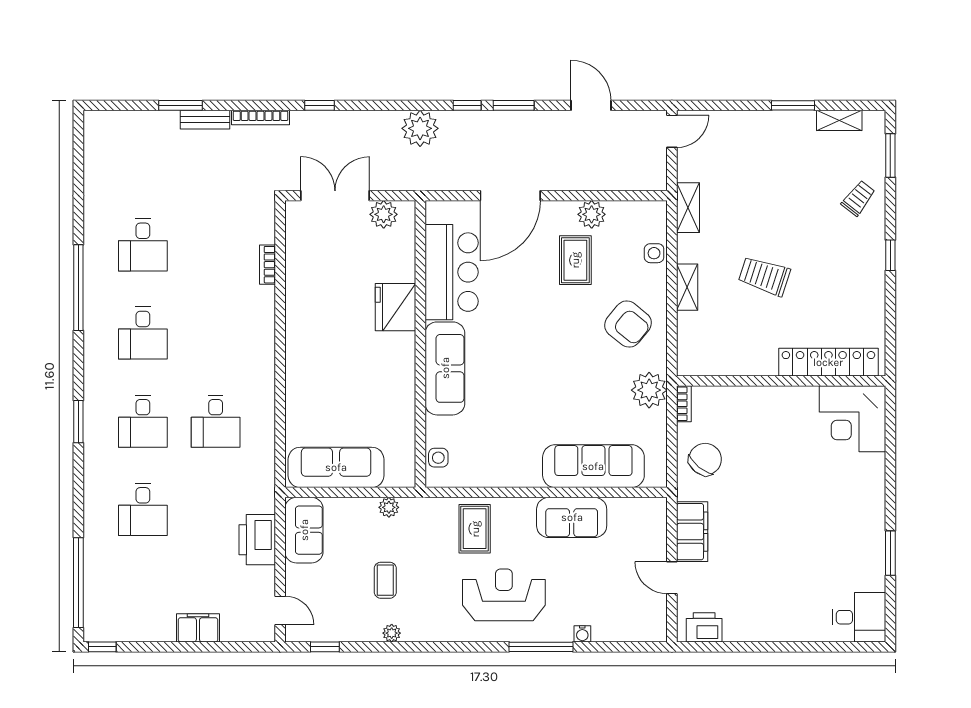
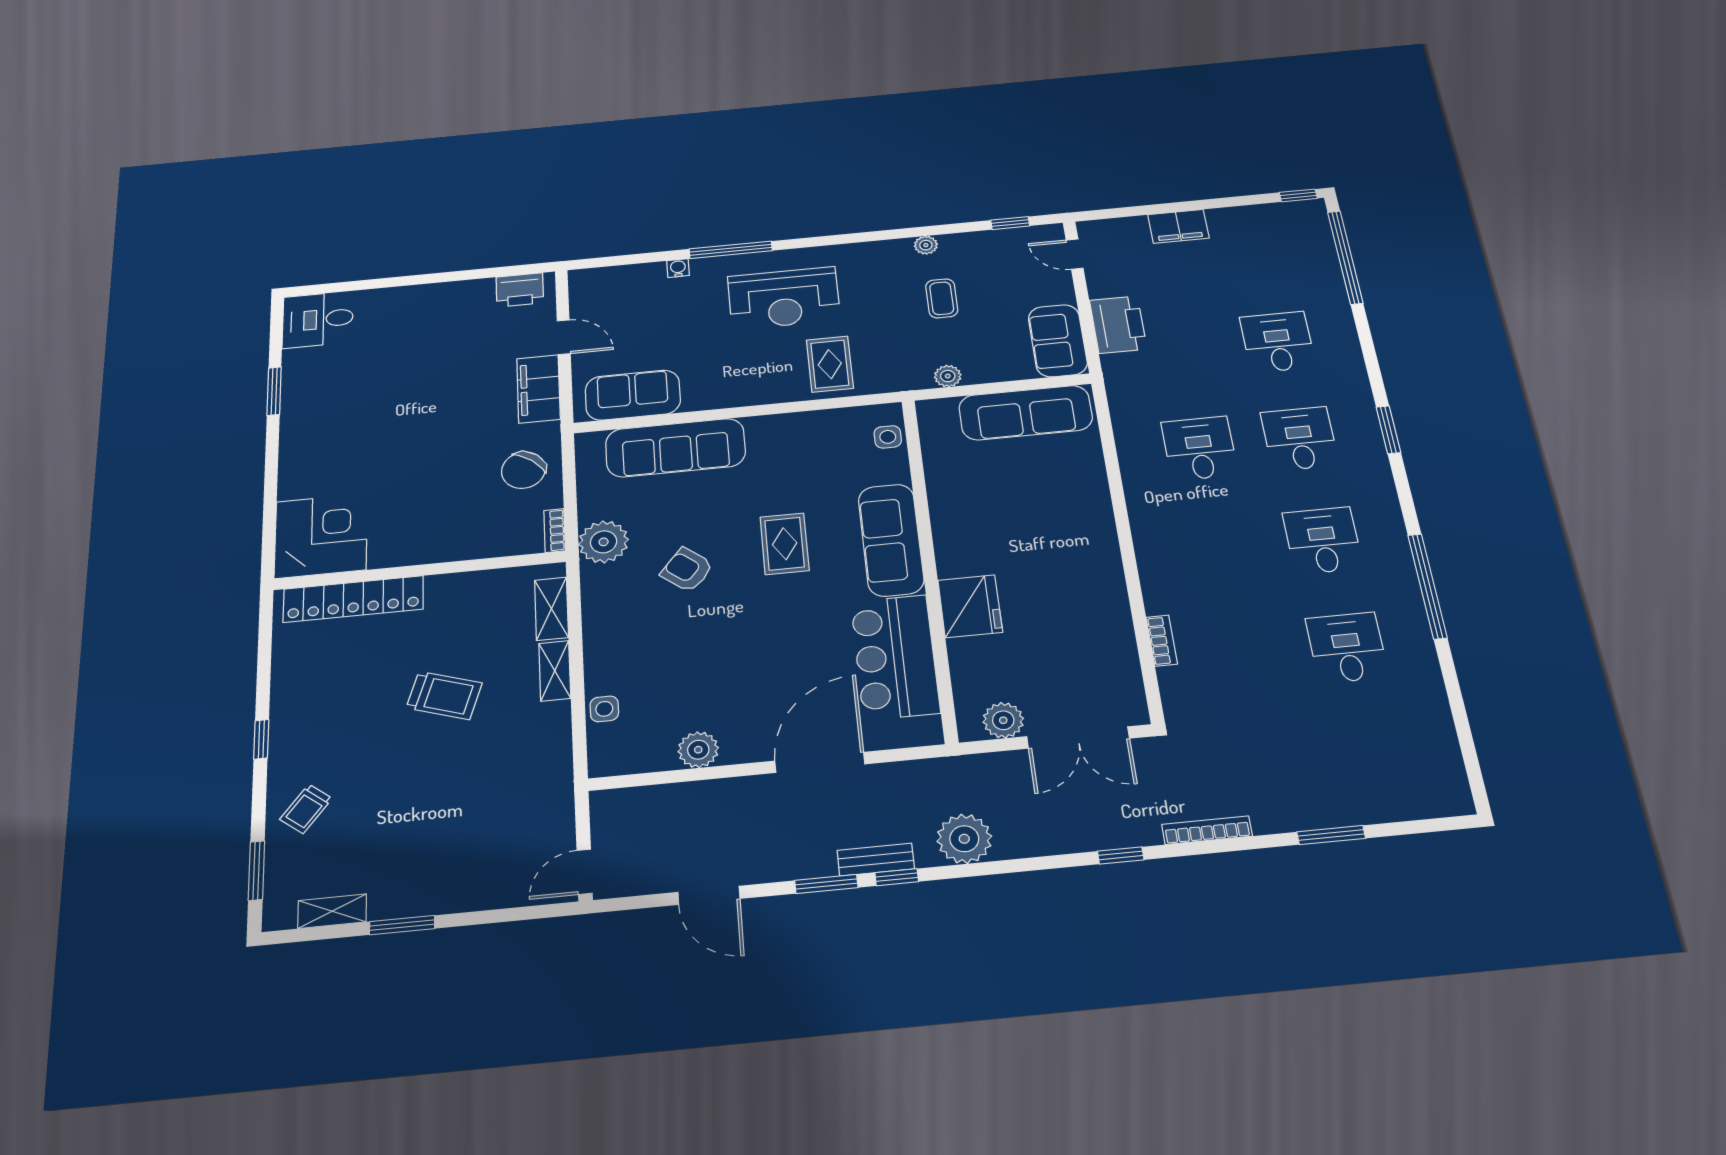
bench: (205, 120) -> (876, 860), moved
shelving: (688, 208) -> (552, 609), moved
rug: (575, 260) -> (785, 544), moved
armchair: (628, 324) -> (687, 570), moved, width x0.72, depth x0.72
sofa: (572, 517) -> (633, 395), moved

